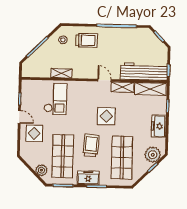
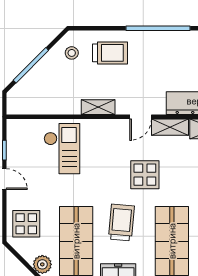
shelving: (61, 73) -> (98, 107), moved
door: (105, 80) -> (141, 117), swing flipped
display table: (34, 133) -> (26, 224), moved

